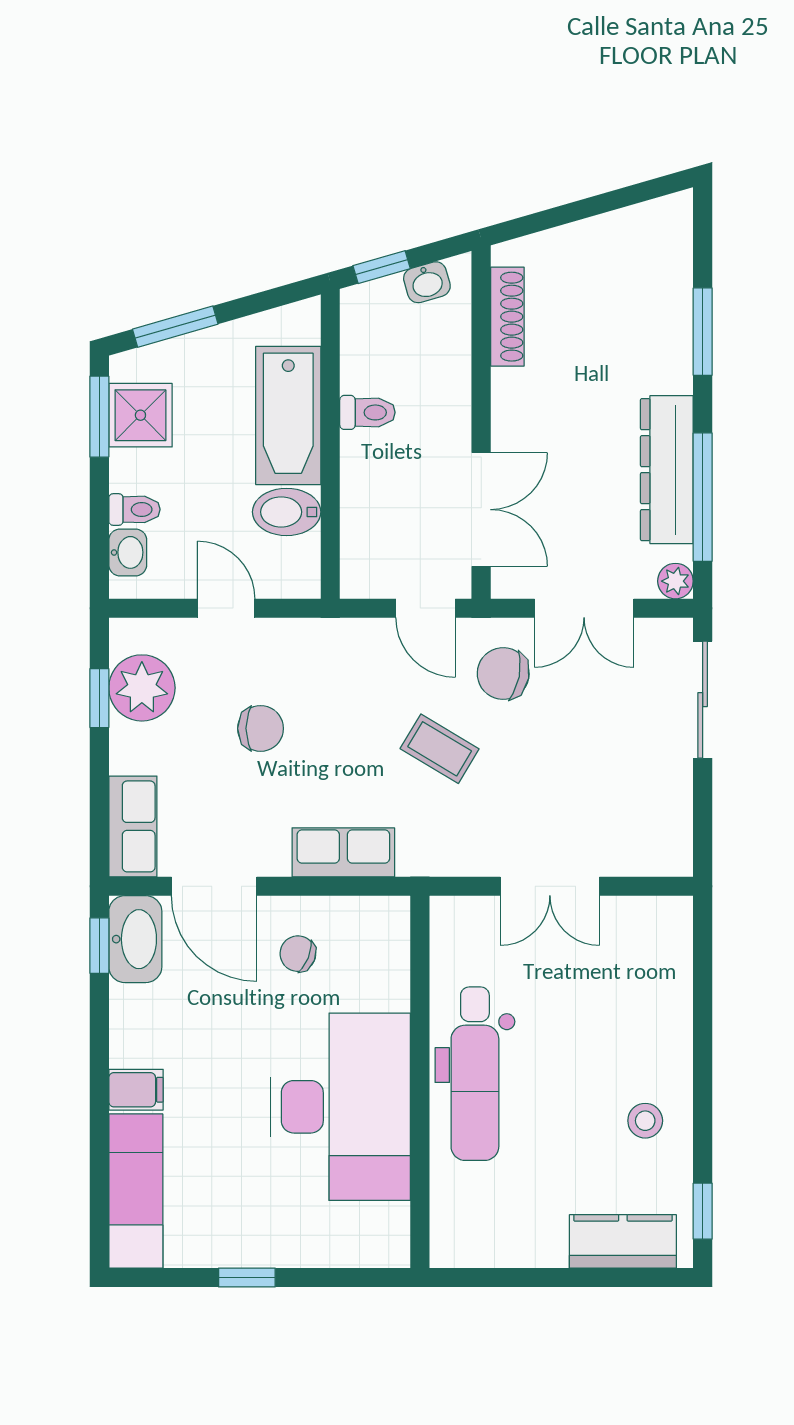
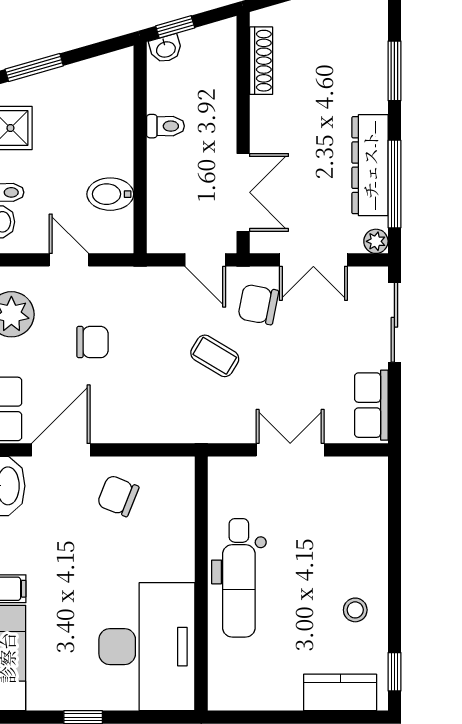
washbasin: (427, 282) -> (166, 49), moved
bathtub: (288, 415) -> (111, 128), removed
row of seats: (343, 852) -> (371, 405), moved, turned -90
door: (214, 886) -> (61, 450), swing flipped
double door: (550, 886) -> (290, 450), swing flipped
chair: (298, 954) -> (118, 496), width x1.37, depth x1.37
desk: (340, 1107) -> (147, 647), moved

